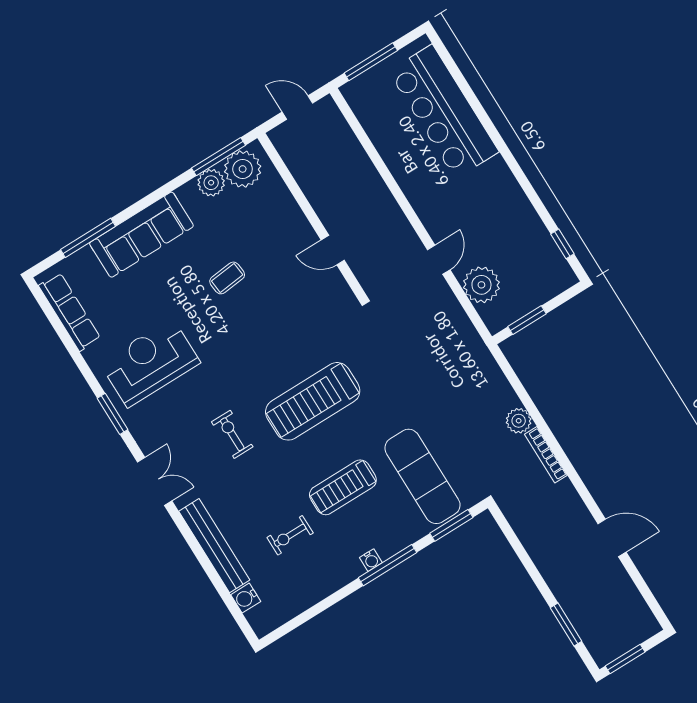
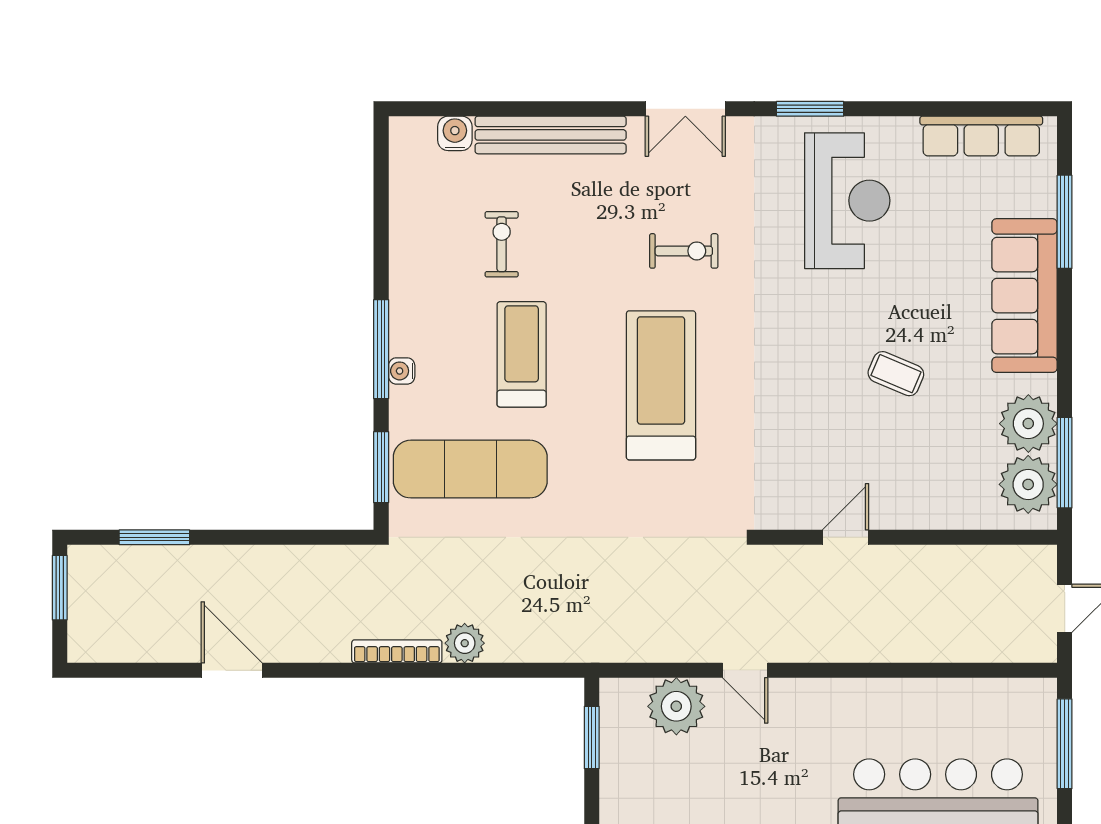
plant: (211, 183) -> (1028, 424), width x1.36, depth x1.36
coffee table: (227, 278) -> (896, 374), turned -61
door: (612, 538) -> (232, 670), swing flipped
water cooler: (371, 560) -> (402, 371), moved

